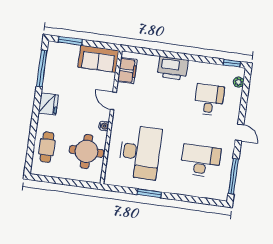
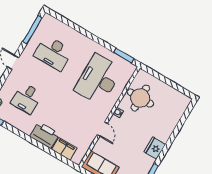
filing cabinet: (127, 71) -> (64, 149), moved, turned 90
cafe table: (47, 147) -> (170, 114), removed
window: (149, 193) -> (124, 56), moved

